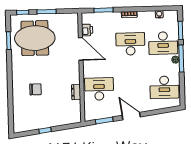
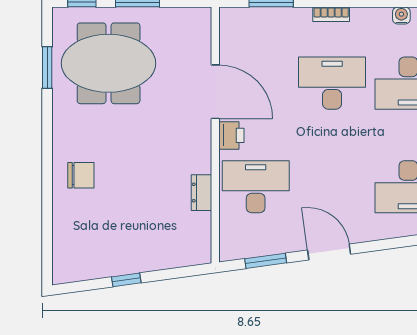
printer: (87, 30) -> (231, 135), moved
chair: (35, 89) -> (81, 175), moved

